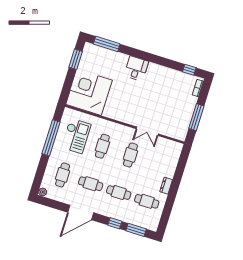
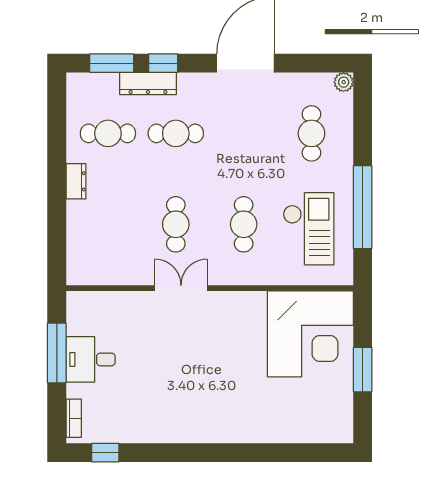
window: (107, 44) -> (305, 453), removed
window: (76, 59) -> (363, 370), moved
desk: (136, 68) -> (91, 359), moved, turned 90
double door: (147, 131) -> (181, 288), moved
checkout: (76, 136) -> (309, 229), turned 180
cafe table: (91, 184) -> (244, 133), removed
dresser: (124, 217) -> (148, 83), added

